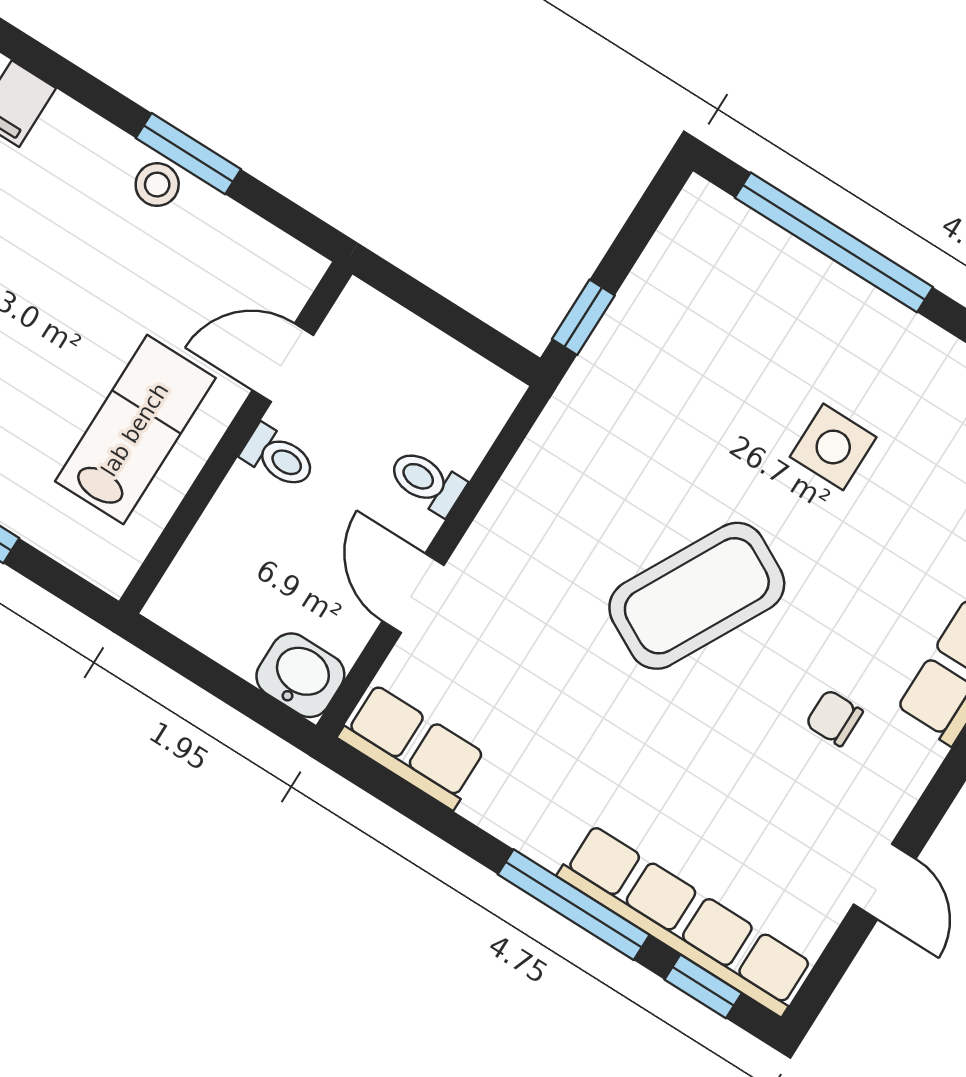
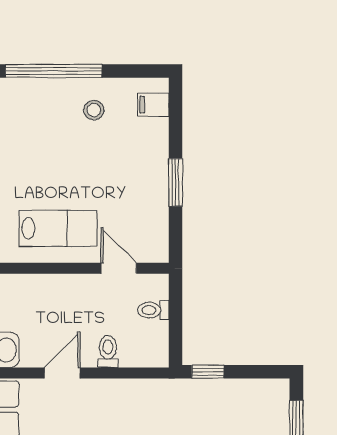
stool: (157, 185) -> (156, 178), removed
toilet: (278, 457) -> (153, 310), moved, turned 90

